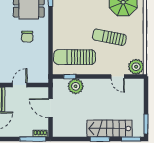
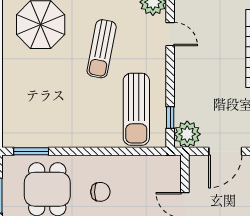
door: (118, 77) -> (170, 34), hinge flipped
plant: (76, 86) -> (187, 134), moved

